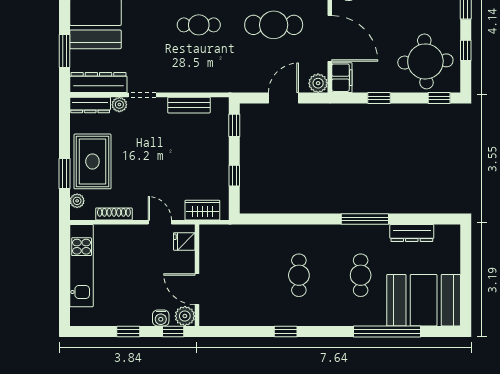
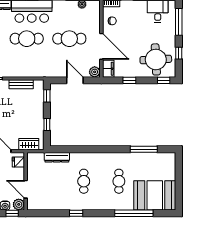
cafe table: (199, 25) -> (27, 39), width x1.37, depth x1.35
door: (283, 98) -> (75, 80), hinge flipped
window: (365, 219) -> (144, 149), moved
dresser: (412, 233) -> (57, 157), moved

